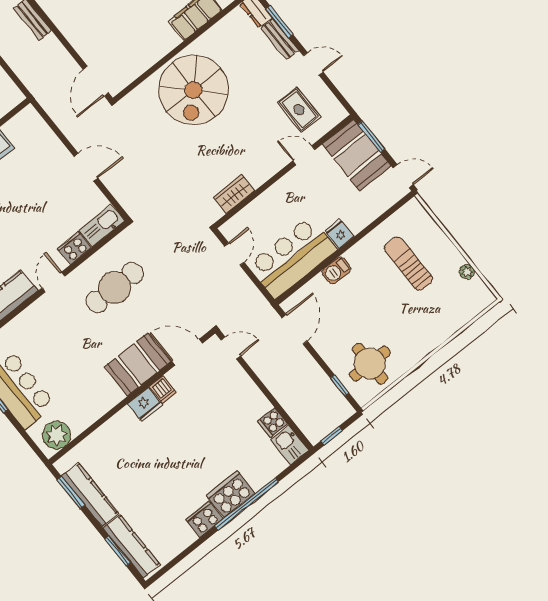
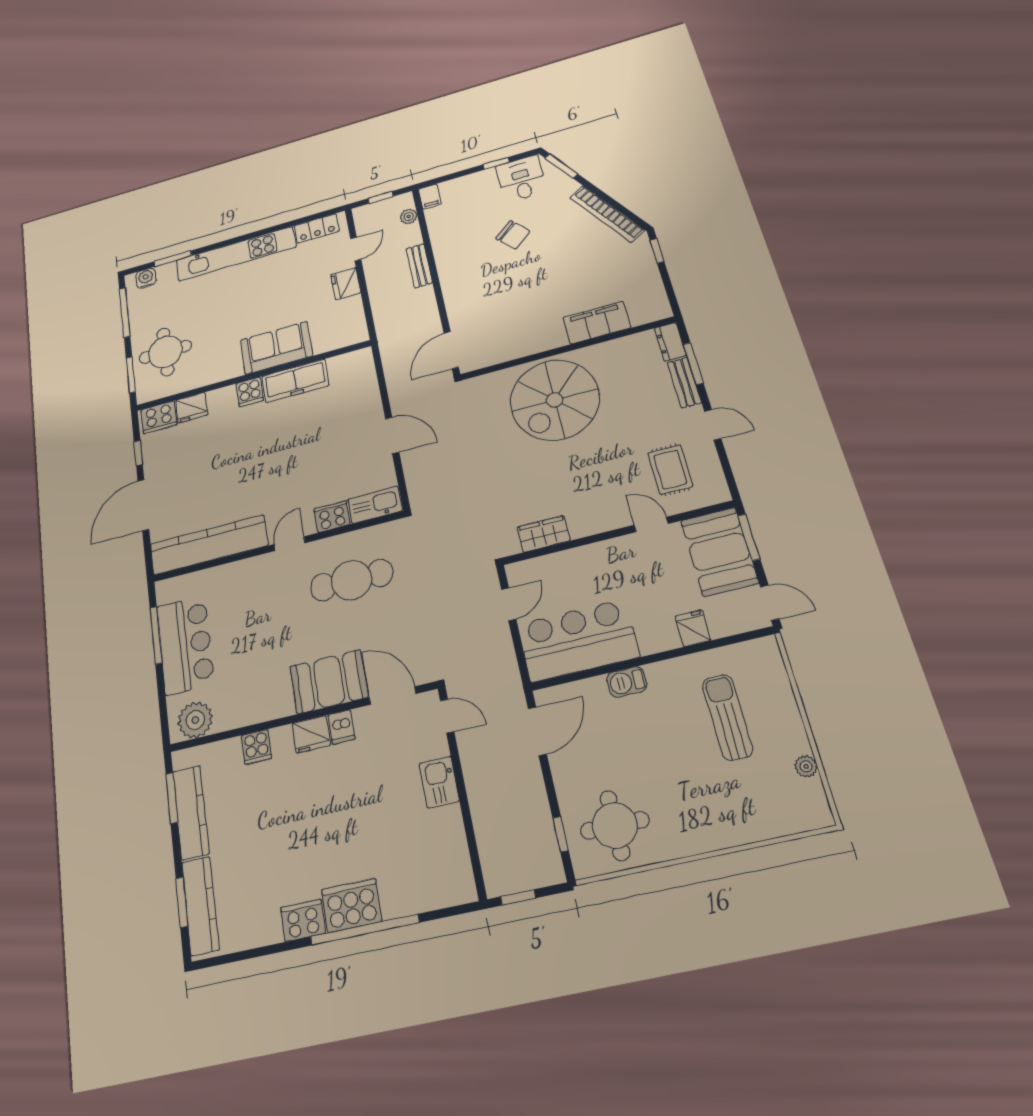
fridge: (339, 234) -> (693, 628), moved
cooker: (272, 422) -> (256, 747), moved, turned -90
kitchen sink: (290, 445) -> (439, 782), moved

